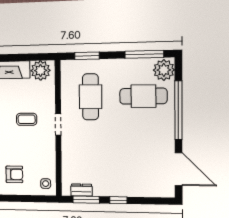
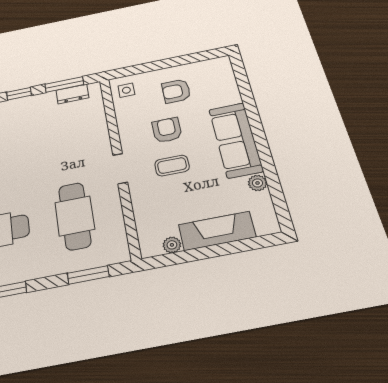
plant: (41, 70) -> (172, 245), width x0.53, depth x0.53
armchair: (25, 146) -> (167, 130), added

